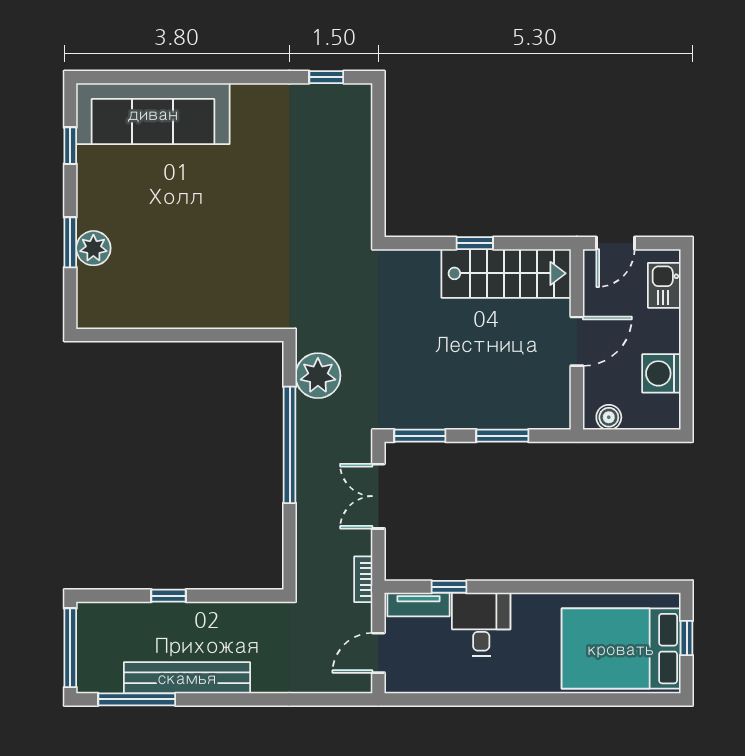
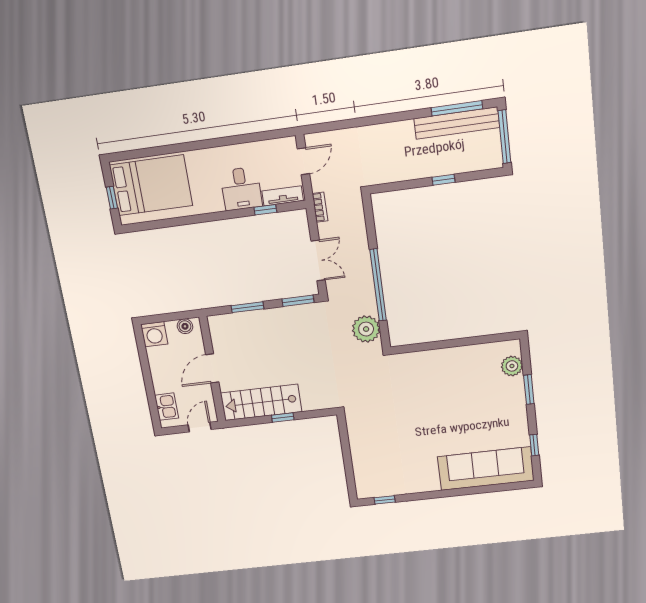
plant: (93, 248) -> (512, 366), moved
washing machine: (661, 373) -> (154, 334), moved, turned 90
bench: (187, 678) -> (457, 123), moved

